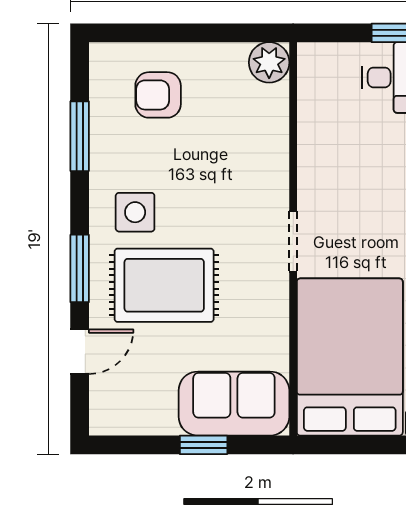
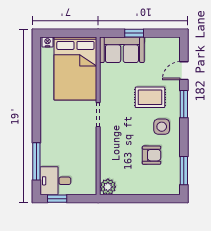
armchair: (158, 95) -> (152, 155), moved
window: (80, 136) -> (184, 171), moved
rug: (164, 285) -> (150, 97), width x0.73, depth x0.70

